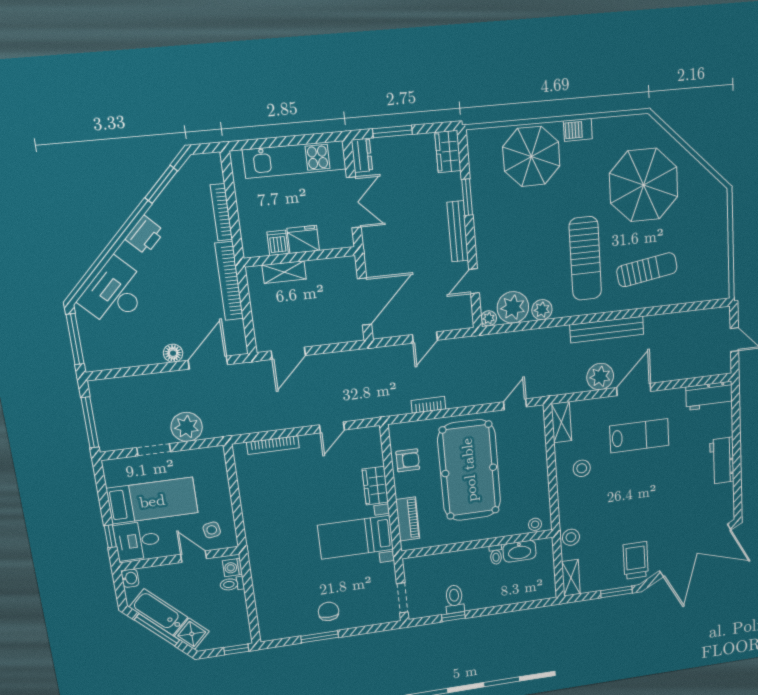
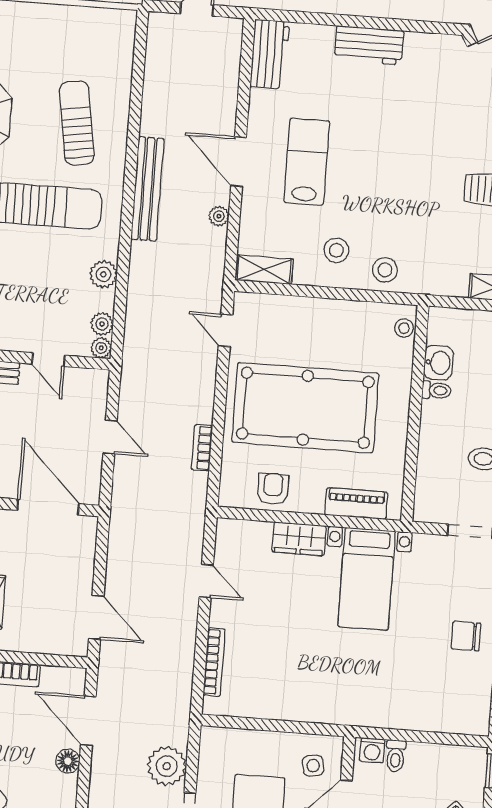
plant: (513, 307) -> (102, 324), width x0.53, depth x0.53
plant: (600, 377) -> (219, 216), width x0.53, depth x0.53
stool: (571, 537) -> (385, 270), moved
washbasin: (519, 551) -> (438, 363), width x0.72

